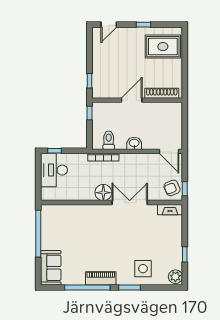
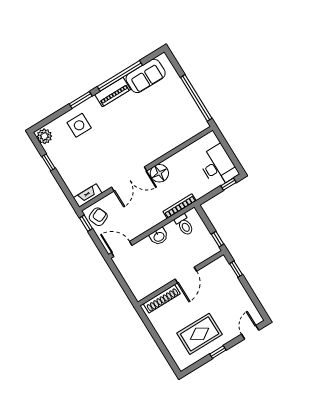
rug: (163, 47) -> (200, 334), moved
sofa: (51, 268) -> (146, 76), moved, turned -90

